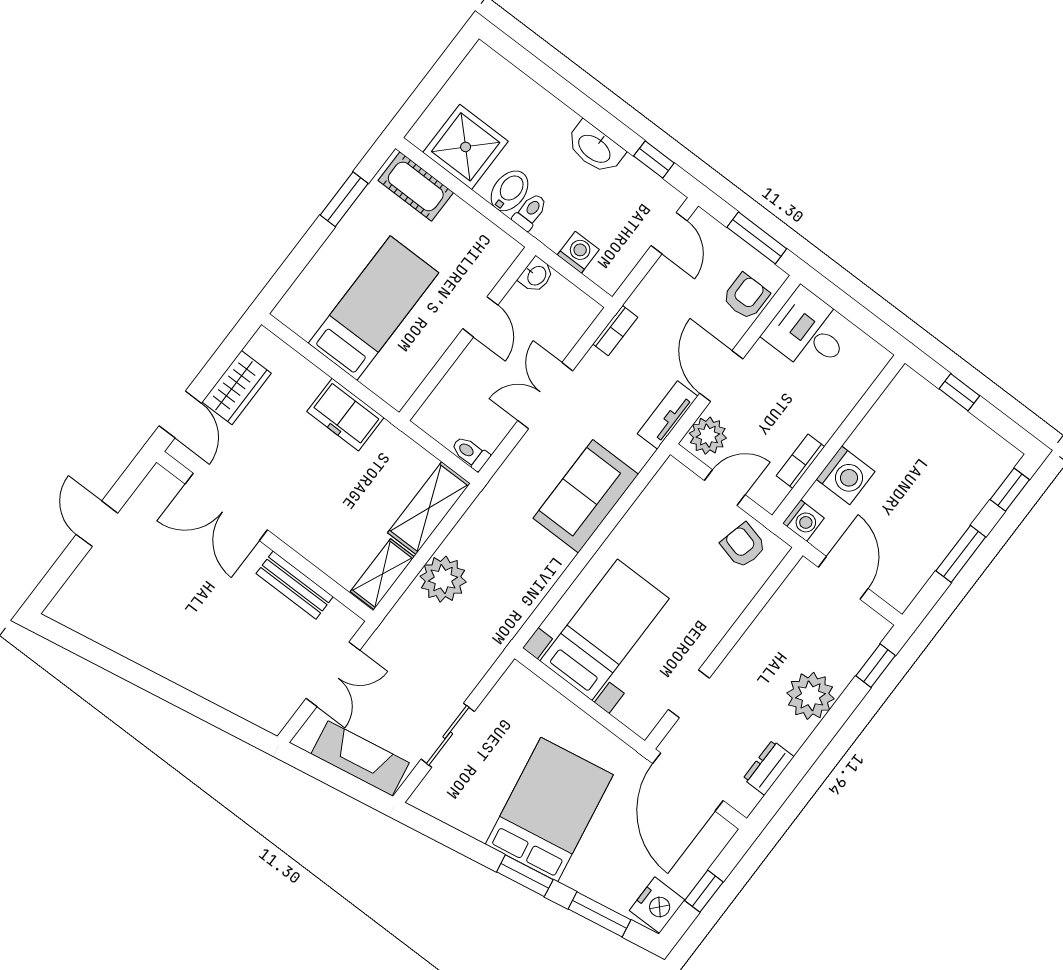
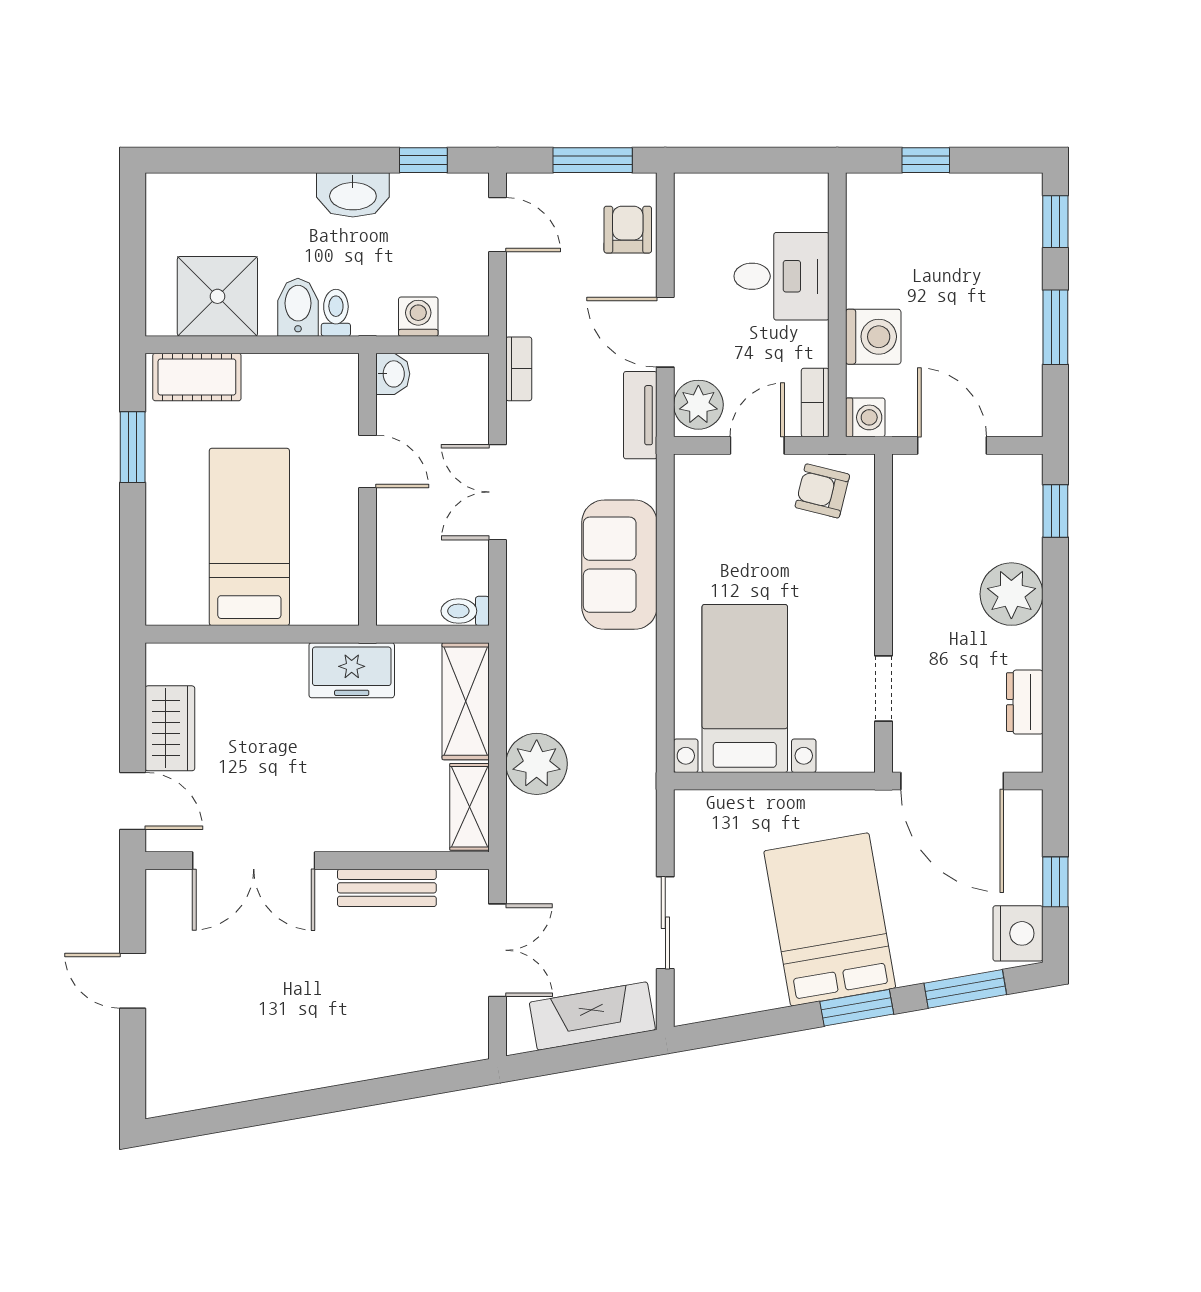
desk: (809, 332) -> (781, 276), moved, turned 180
freezer: (345, 415) -> (352, 670), moved
bookcase: (800, 461) -> (815, 403), moved

